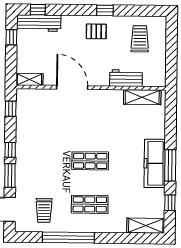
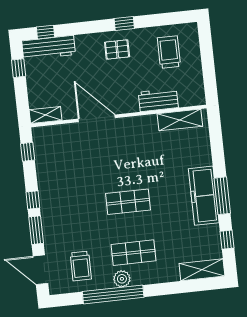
plant: (77, 225) -> (122, 279), added

